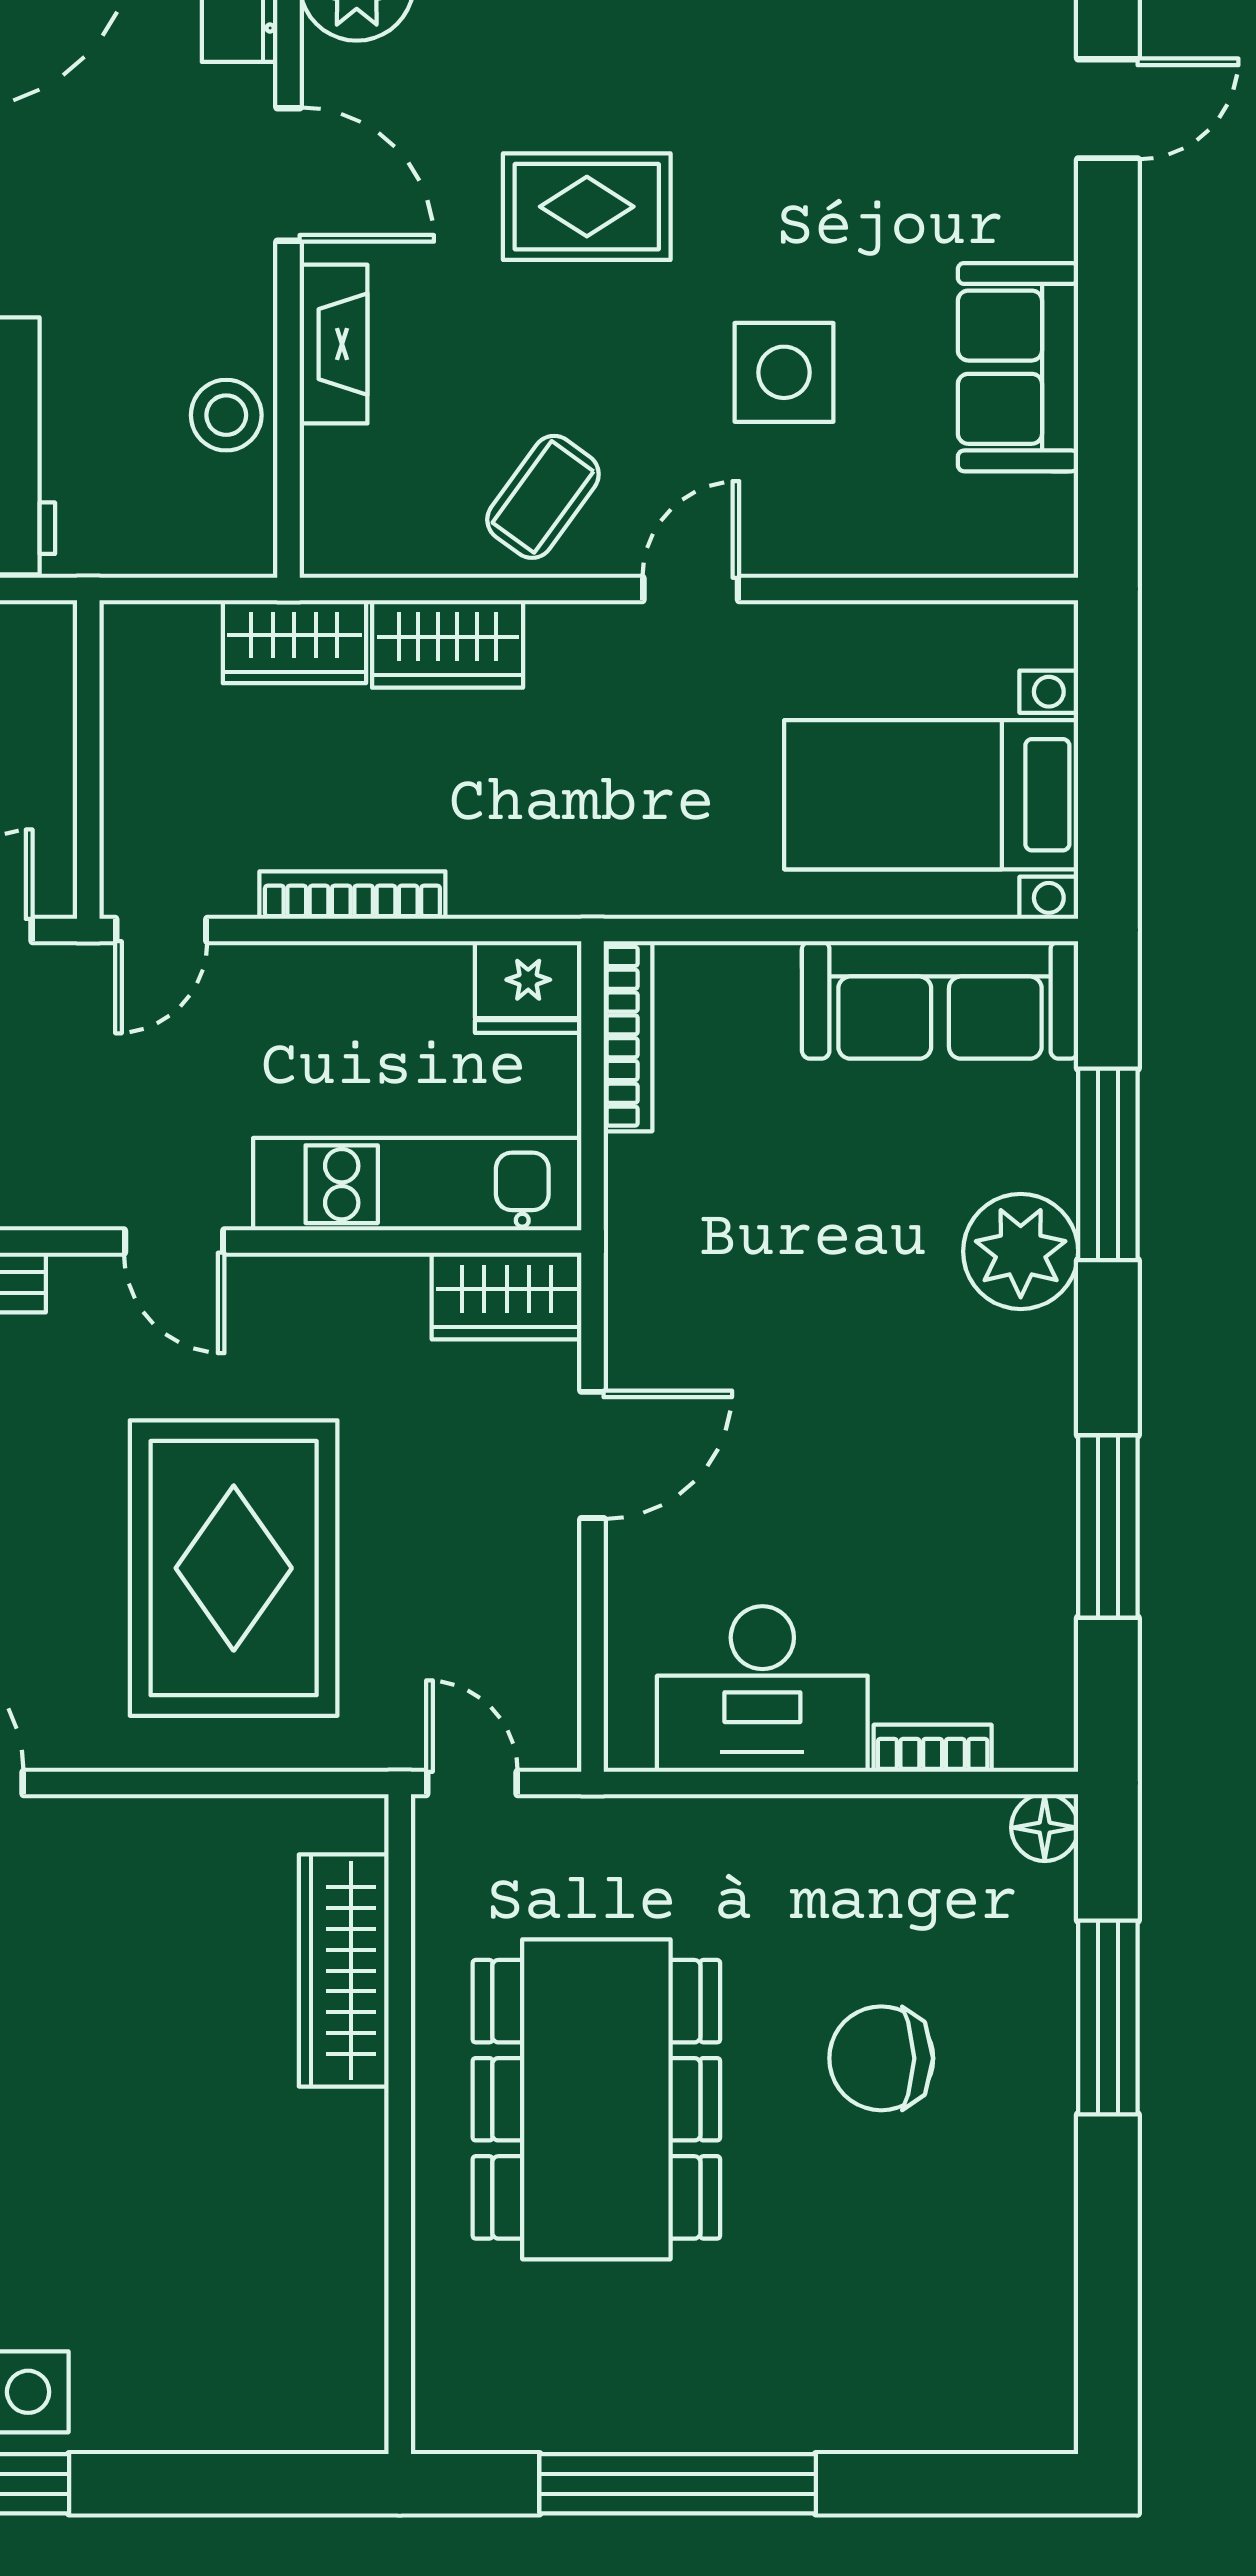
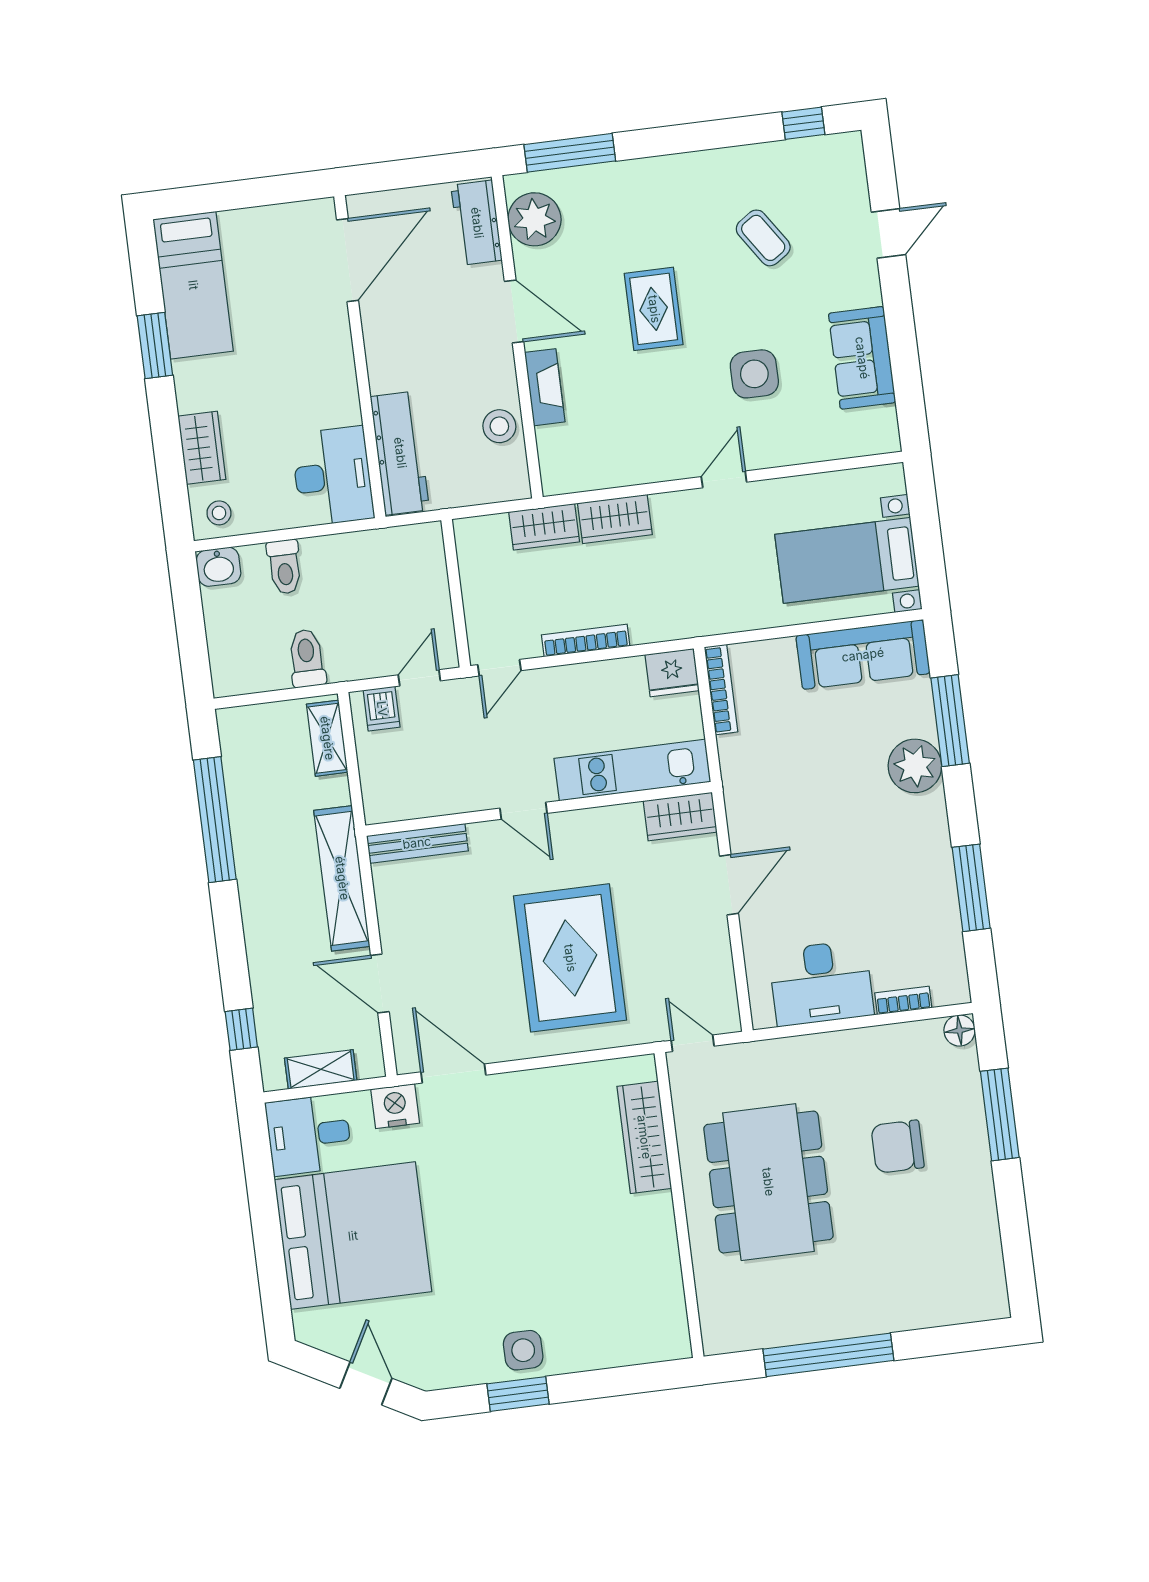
rug: (587, 207) -> (654, 309), turned 90
coffee table: (543, 497) -> (763, 238), moved, turned -70

